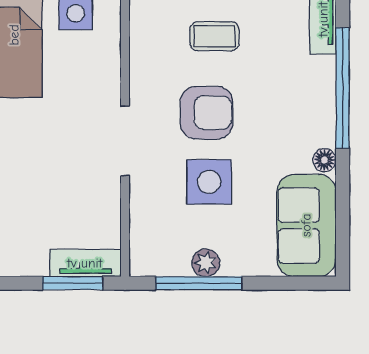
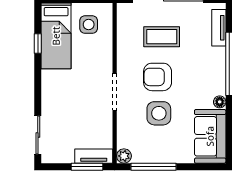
coffee table: (214, 36) -> (162, 37), width x1.36, depth x1.30
armchair: (206, 113) -> (158, 77), turned 180
plant: (206, 263) -> (124, 156), moved

